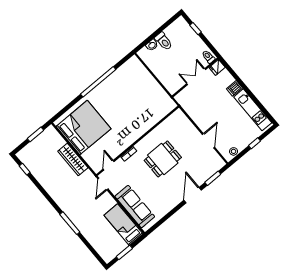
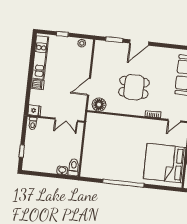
toilet: (164, 41) -> (74, 167), moved
double door: (196, 77) -> (66, 120), moved
floor lamp: (175, 120) -> (99, 105), added
door: (208, 141) -> (89, 87), moved

